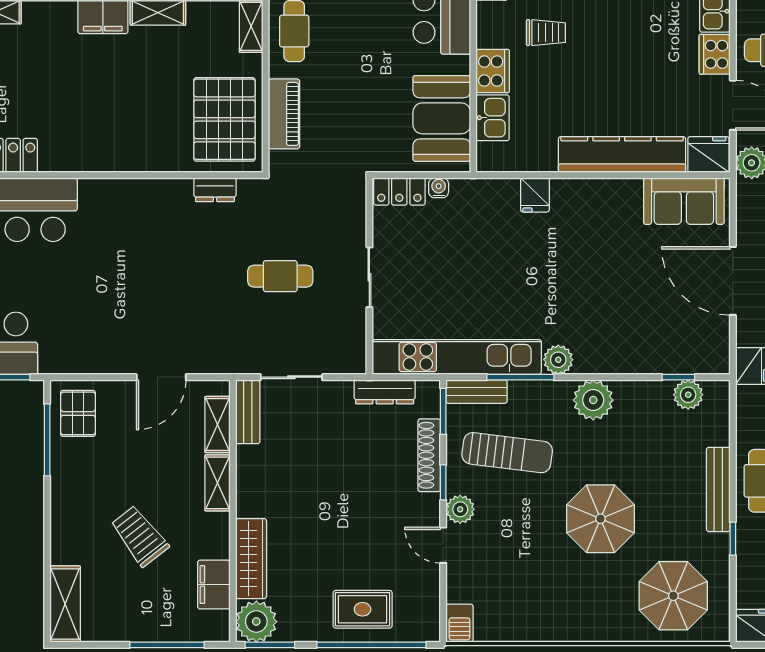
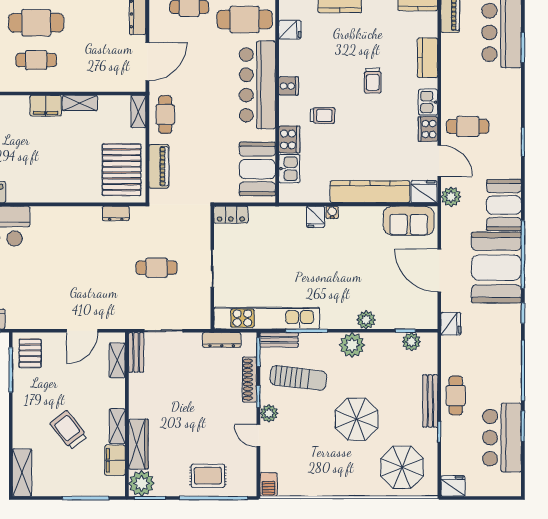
water cooler: (439, 188) -> (332, 212), moved
plant: (558, 360) -> (366, 320), moved
shelving: (217, 483) -> (117, 426), moved

